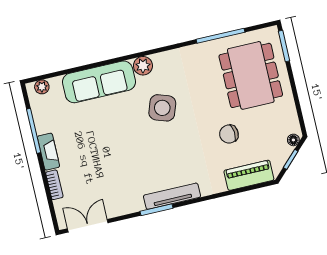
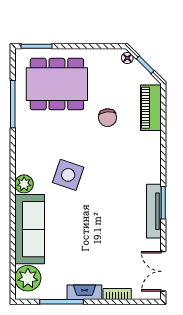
plant: (42, 87) -> (28, 278), width x1.88, depth x1.88
tv unit: (172, 196) -> (154, 211), moved

